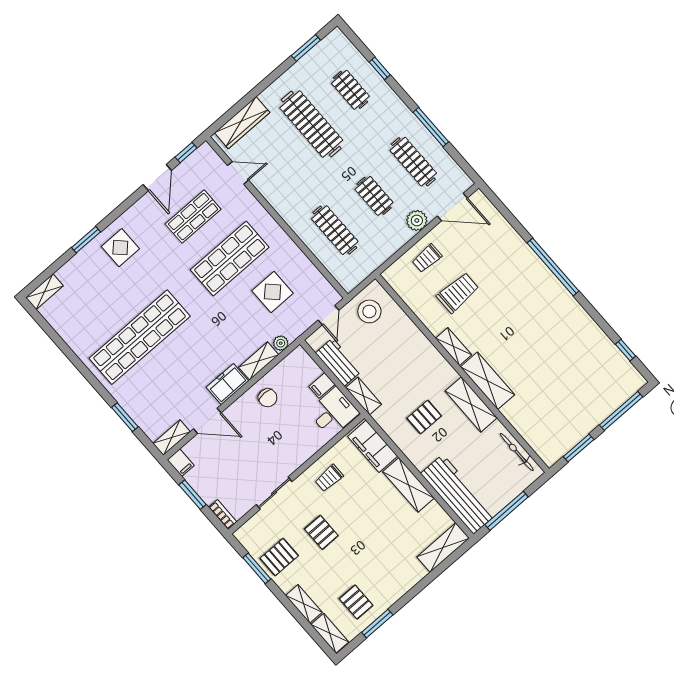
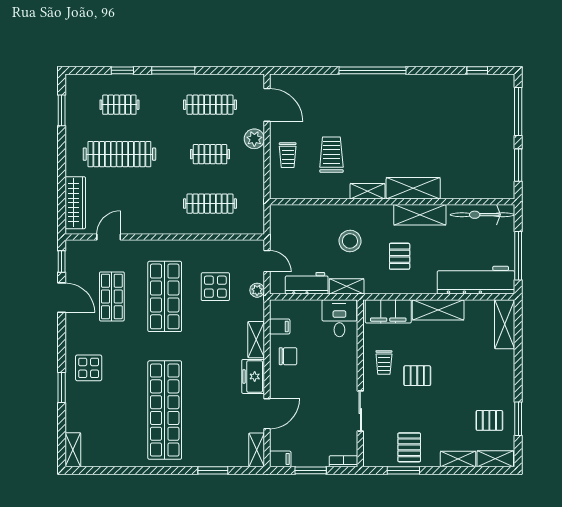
window: (431, 127) -> (173, 70), moved
door: (452, 207) -> (267, 105), hinge flipped
stool: (369, 311) -> (350, 241), moved
plant: (281, 343) -> (257, 290), moved
filing cabinet: (322, 385) -> (280, 326), moved, turned -90
bicycle: (517, 452) -> (482, 215), width x1.37, depth x1.40
pallet: (321, 532) -> (417, 376), moved

